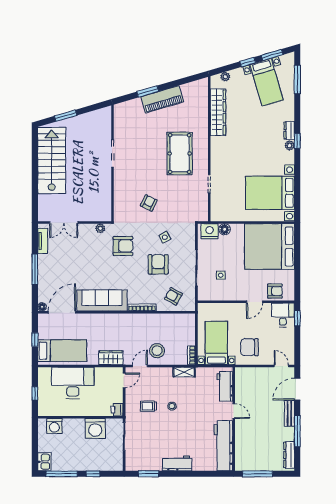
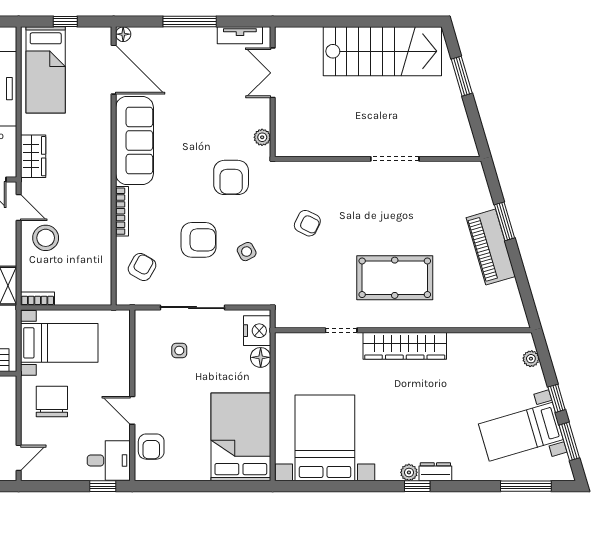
wardrobe: (218, 112) -> (405, 346), moved
bed: (269, 247) -> (241, 437), width x0.73

